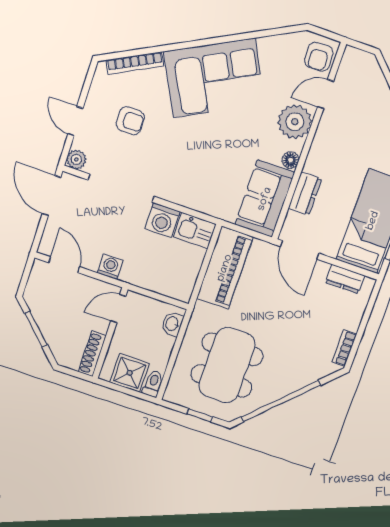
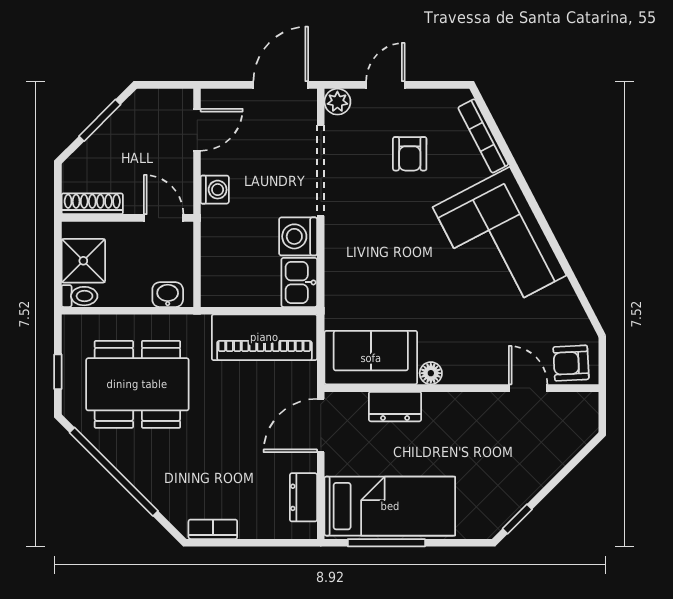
plant: (295, 122) -> (481, 362), removed

